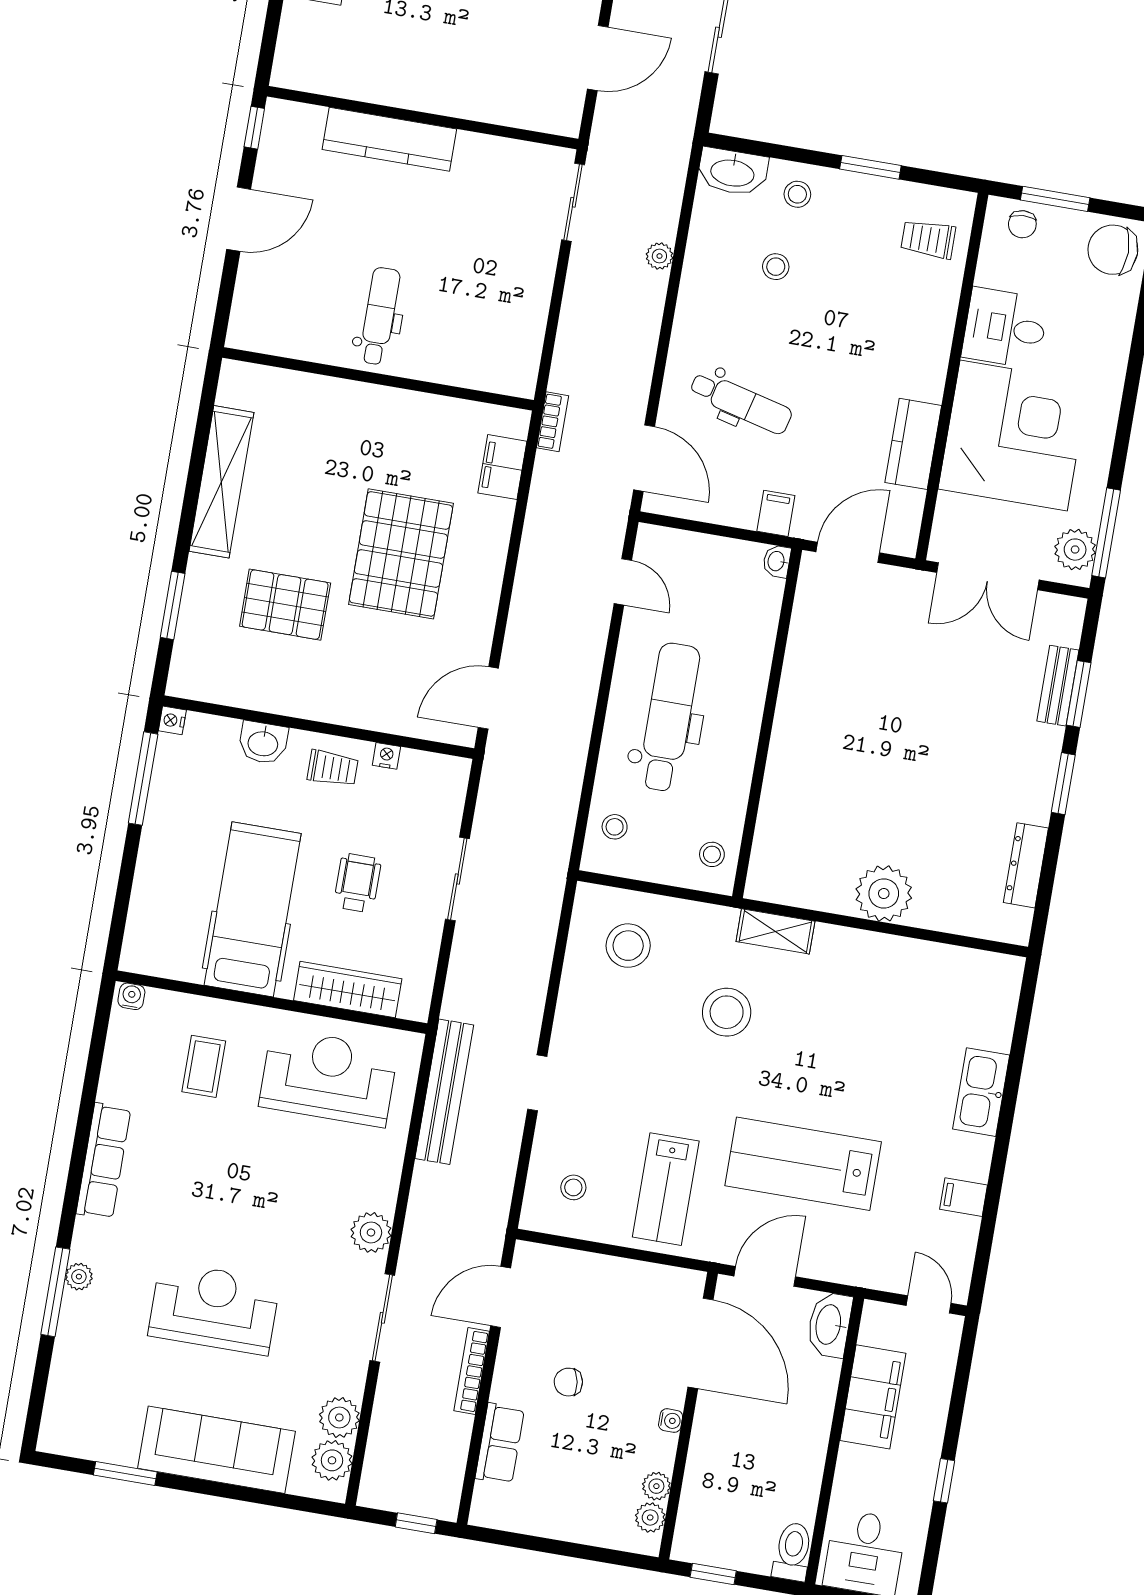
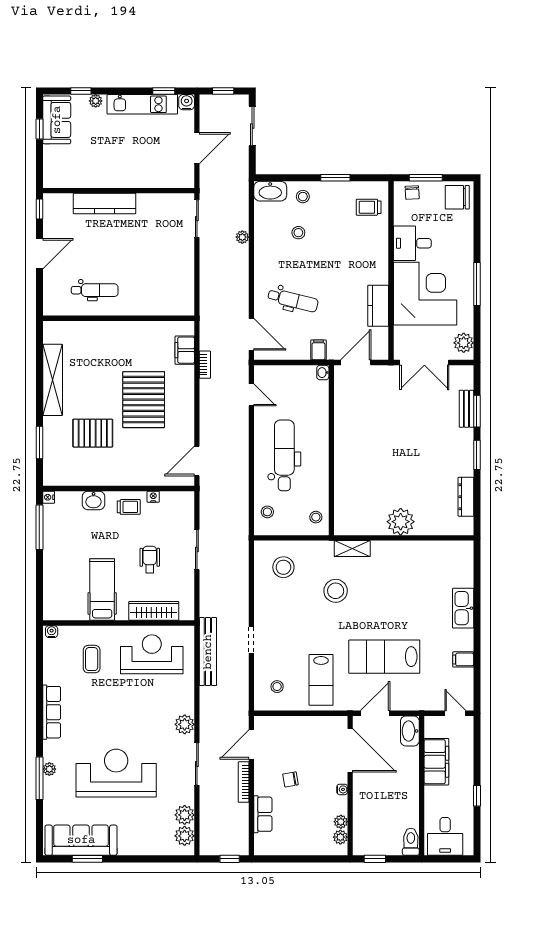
dental chair: (380, 316) -> (95, 290), moved, turned 90
bookcase: (552, 422) -> (205, 365), moved
window: (1106, 533) -> (477, 284), moved
hospital bed: (253, 909) -> (102, 589), width x0.73, depth x0.78
reception desk: (214, 1308) -> (116, 773), width x1.36, depth x1.30
sofa: (216, 1450) -> (81, 840), moved

